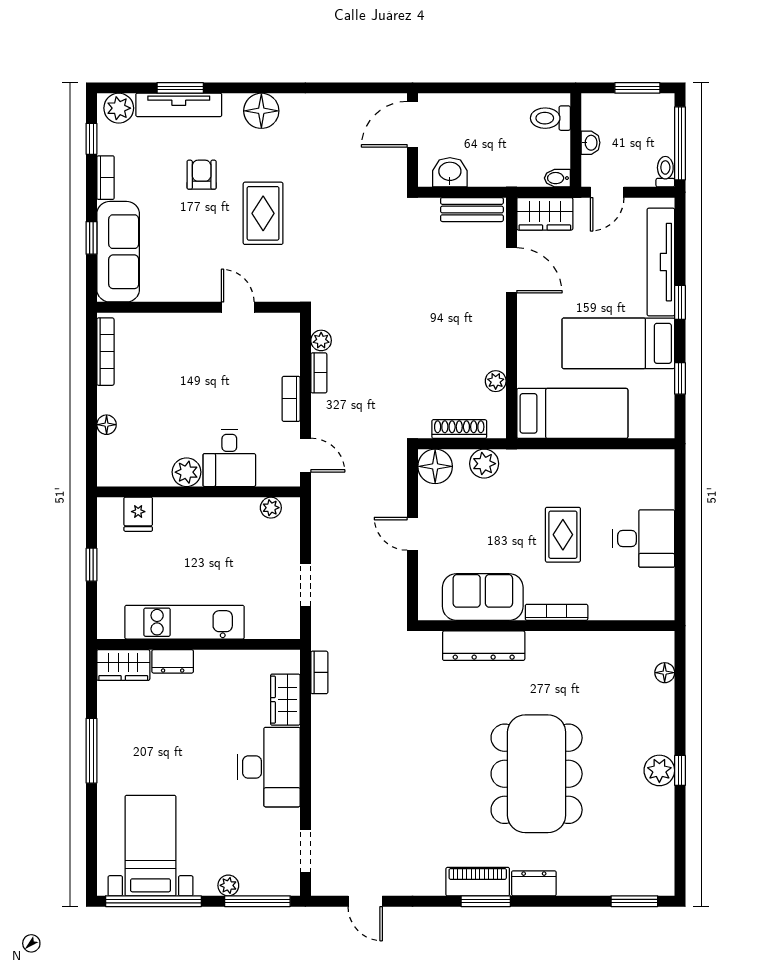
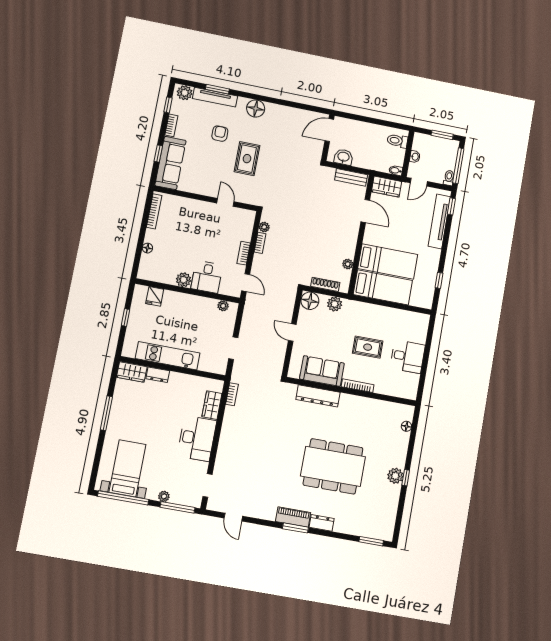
window: (680, 302) -> (451, 206), moved
bed: (618, 343) -> (388, 262), moved, turned 180
rug: (563, 535) -> (368, 347), turned 90
dining table: (537, 774) -> (333, 466), turned 90

